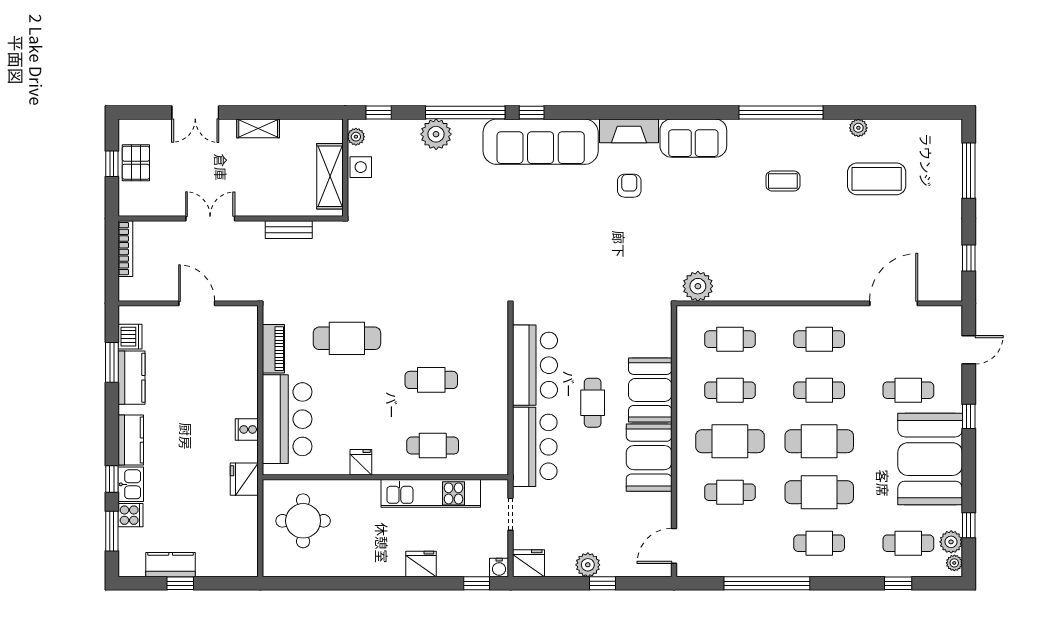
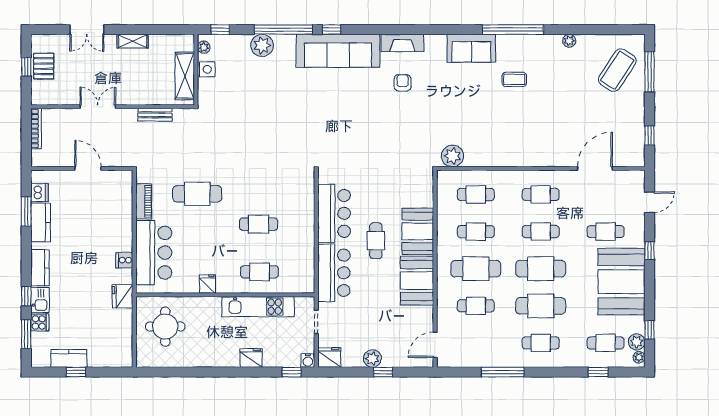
sofa: (693, 138) -> (471, 48), moved
coffee table: (877, 179) -> (617, 70), moved, turned -57
window: (767, 583) -> (503, 372), width x0.68

